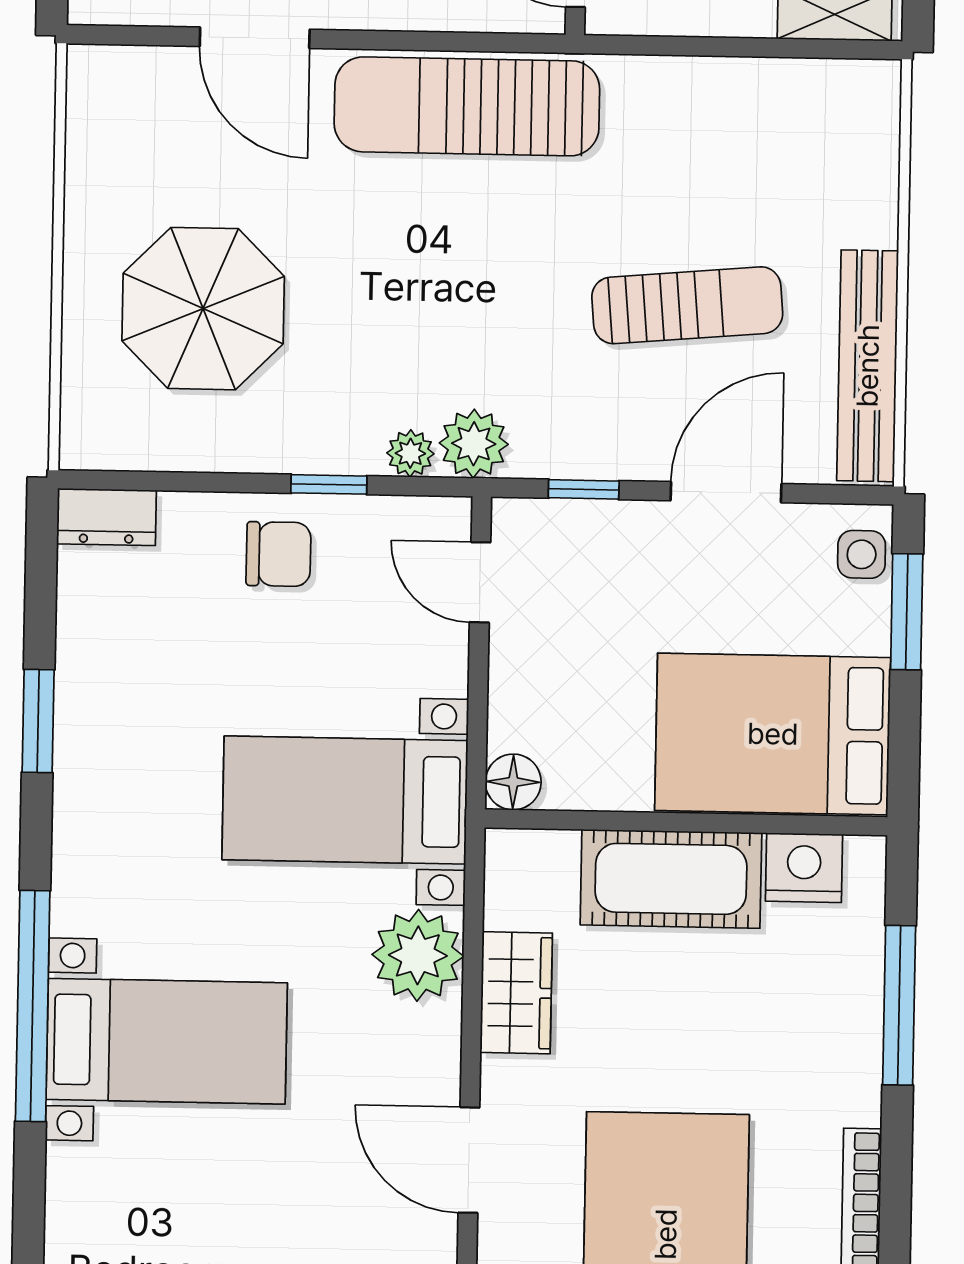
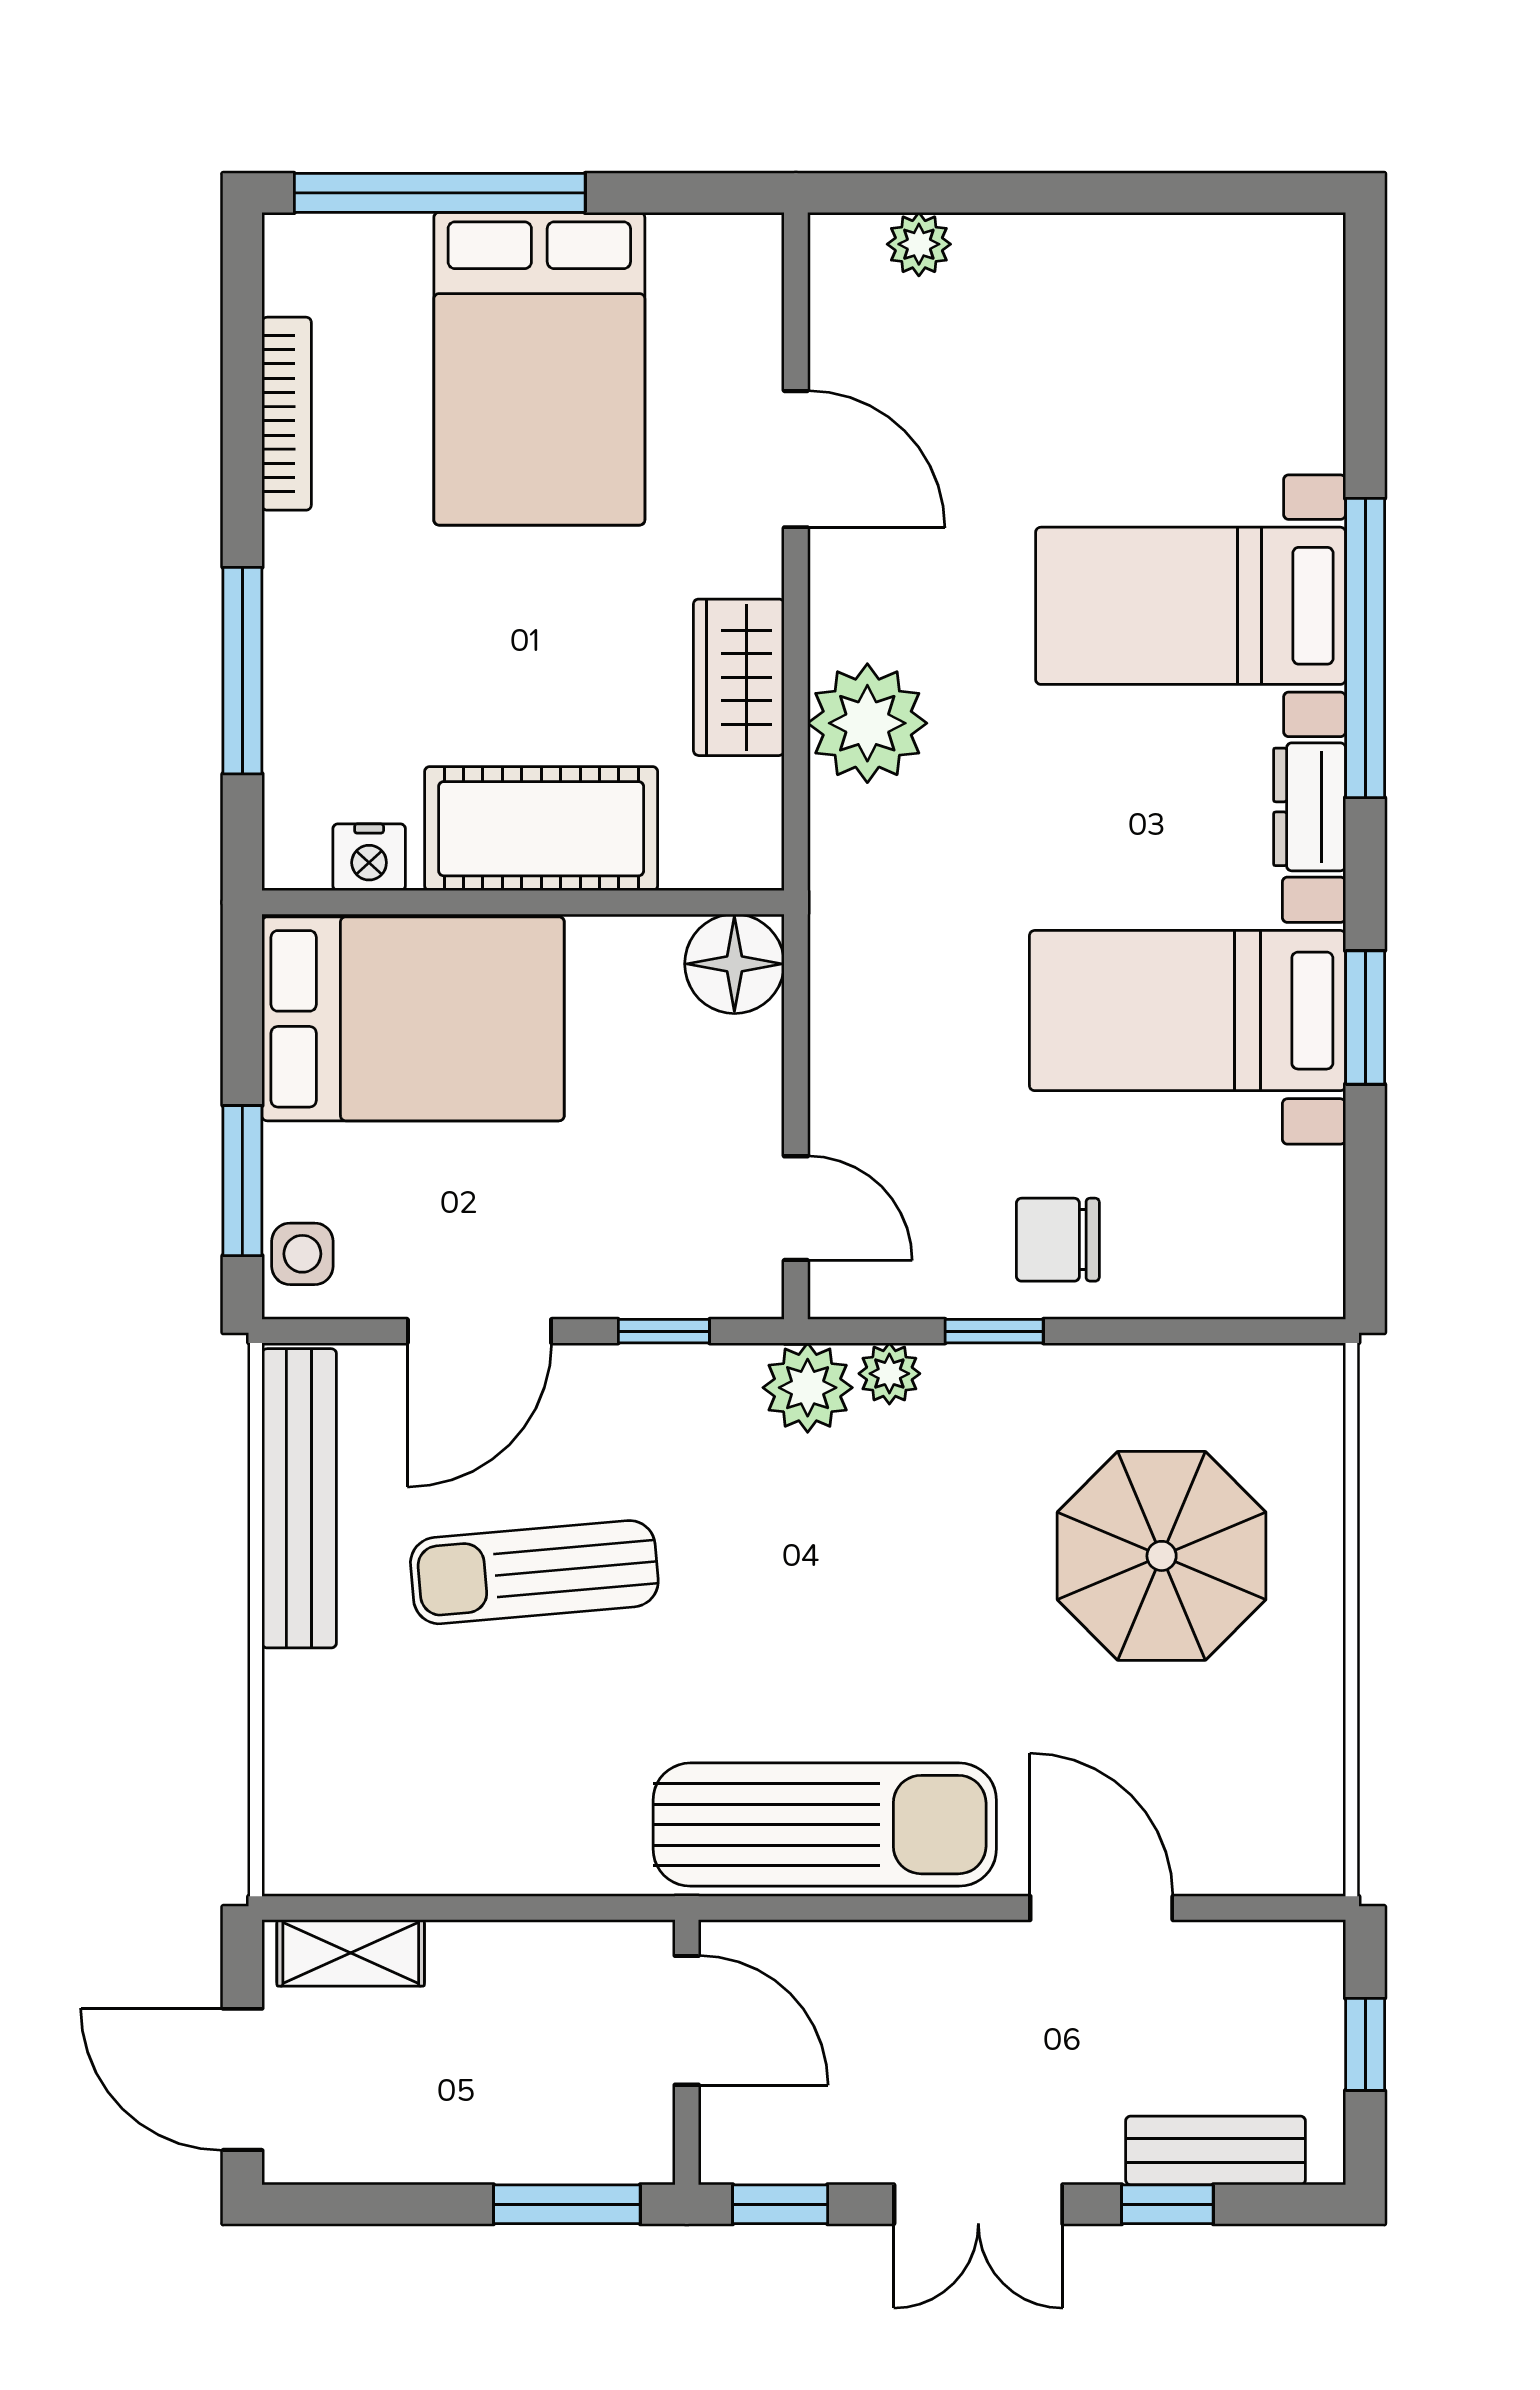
dresser: (106, 517) -> (1310, 807), moved, turned -90
floor lamp: (513, 782) -> (734, 964), width x1.38, depth x1.38
bed with nightstands: (345, 800) -> (1188, 1011), moved, turned 180
nightstand: (804, 868) -> (369, 857), width x0.74, depth x0.75

